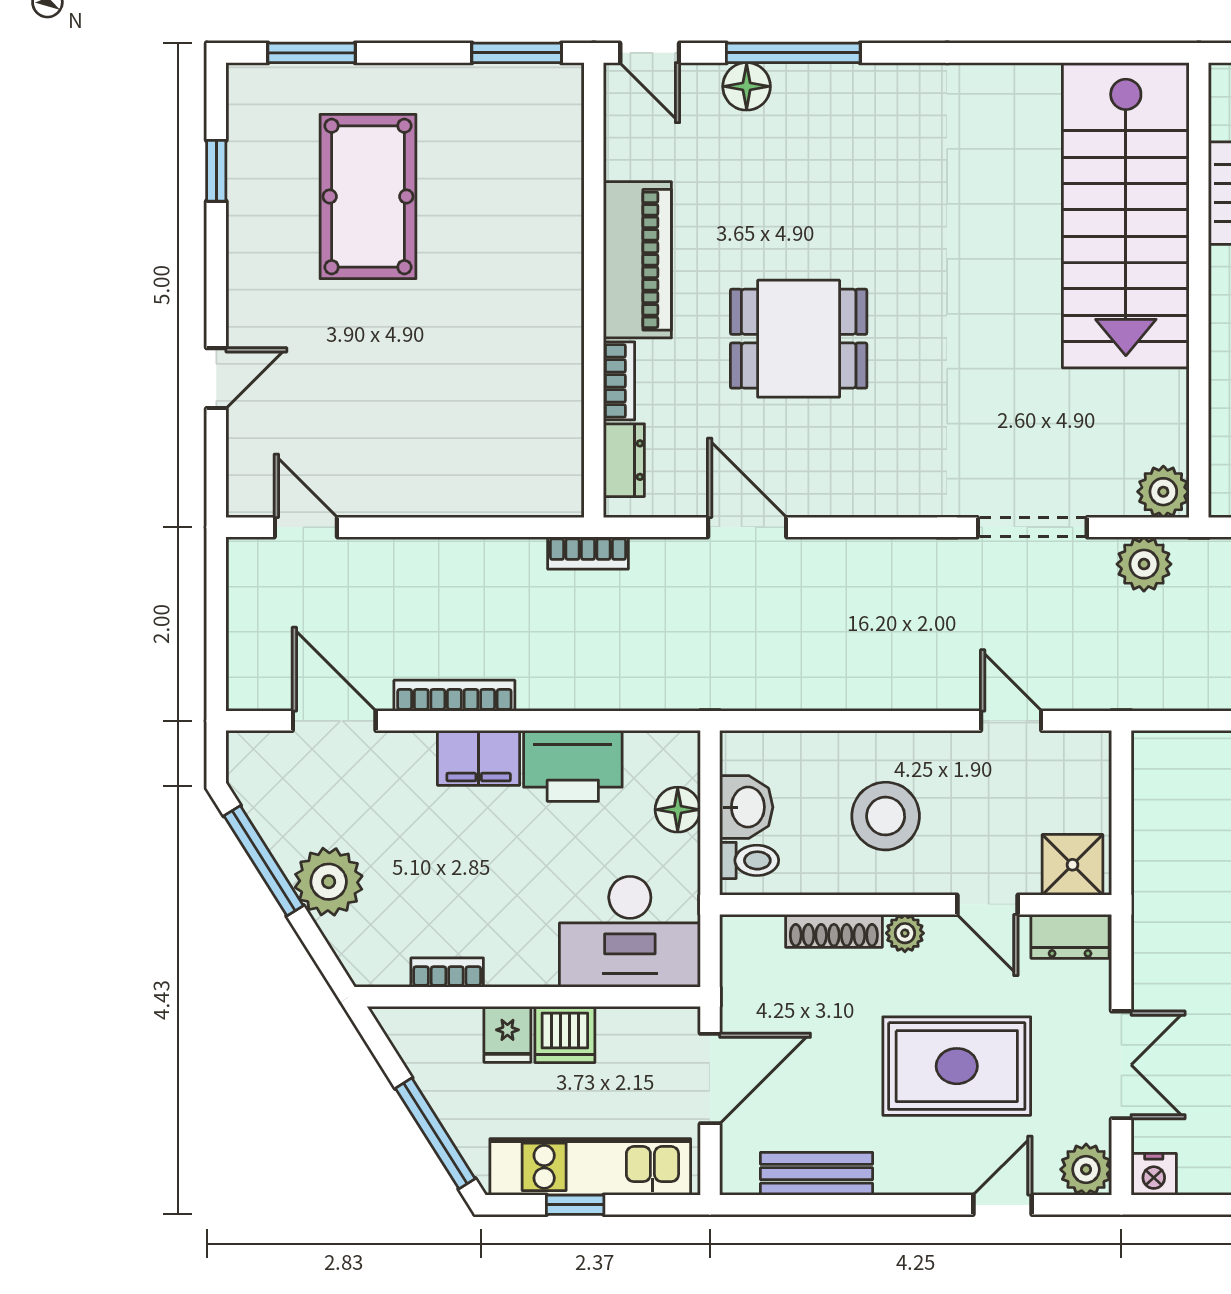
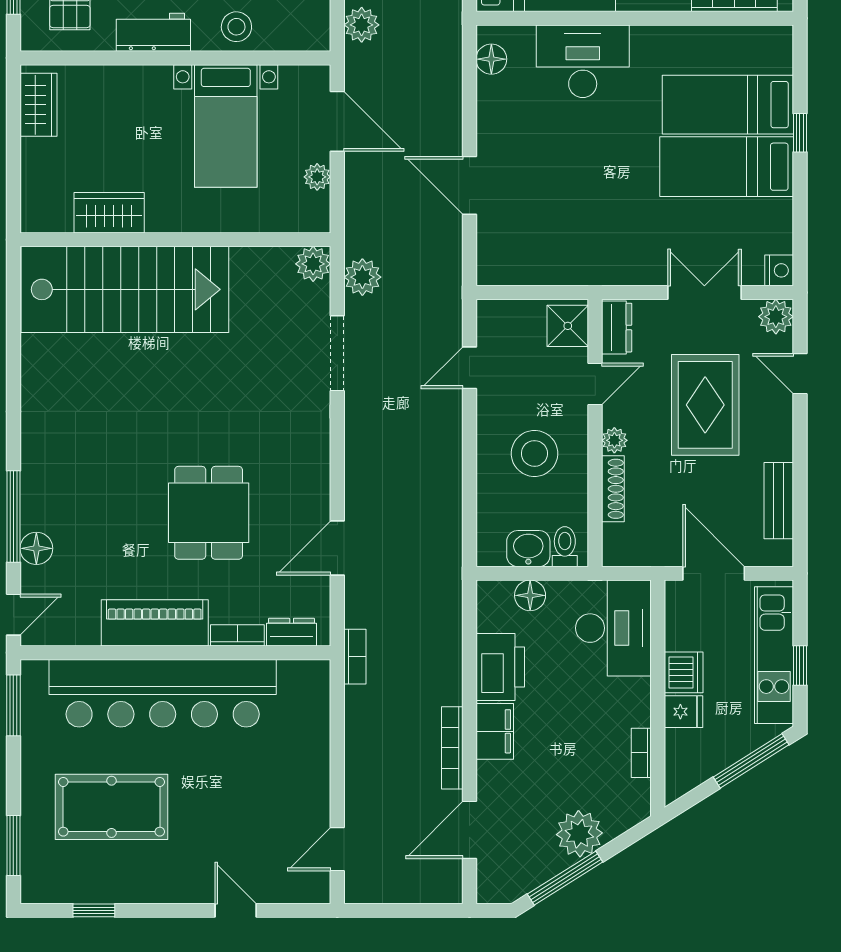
bar counter: (534, 271) -> (163, 693), added

